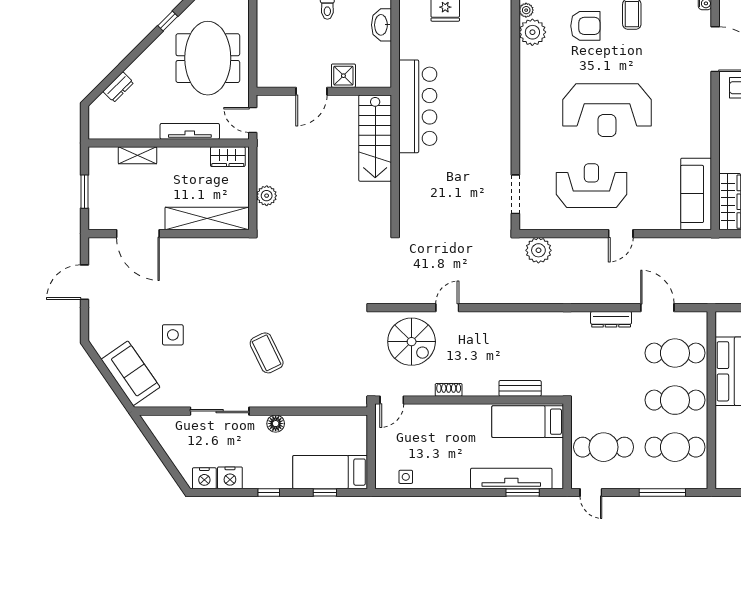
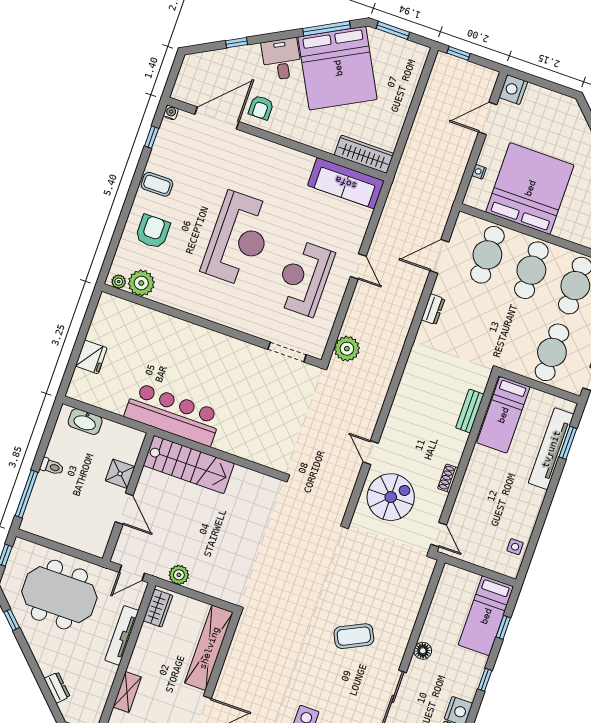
plant: (267, 196) -> (179, 575), moved
dresser: (611, 319) -> (433, 309), width x0.70

